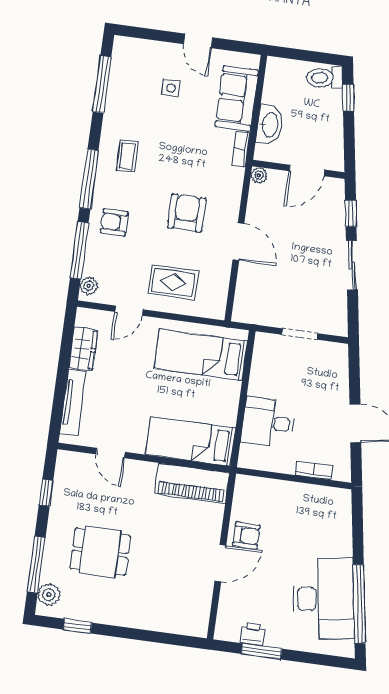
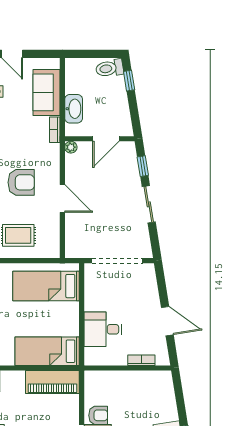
armchair: (187, 213) -> (21, 182), turned 90
doorway: (300, 334) -> (117, 261), width x1.88

